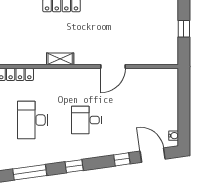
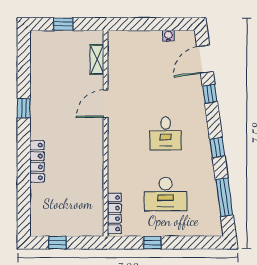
shelving: (60, 59) -> (97, 59), moved
door: (113, 67) -> (106, 104), swing flipped
water cooler: (174, 136) -> (168, 36), moved

